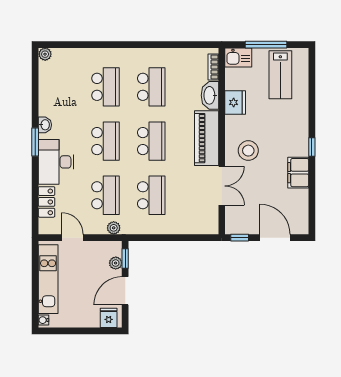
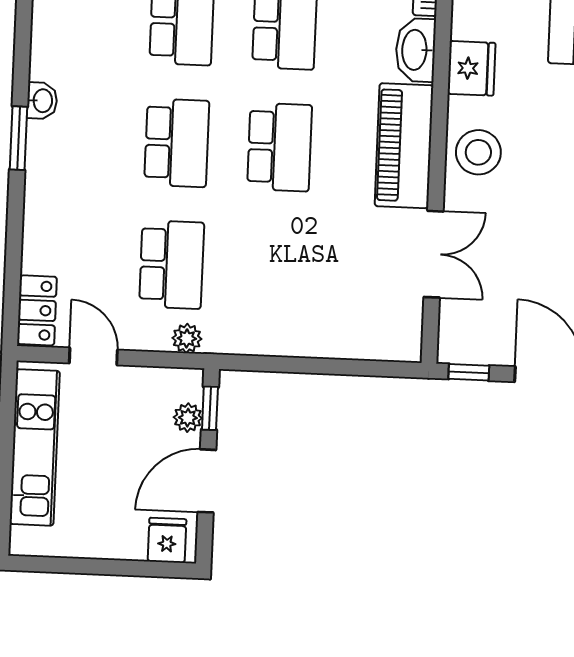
stool: (248, 151) -> (478, 152), moved
desk: (56, 162) -> (63, 185), removed
school desk: (151, 195) -> (274, 269), removed
locker: (47, 202) -> (37, 310), moved
water cooler: (43, 320) -> (20, 539), removed

